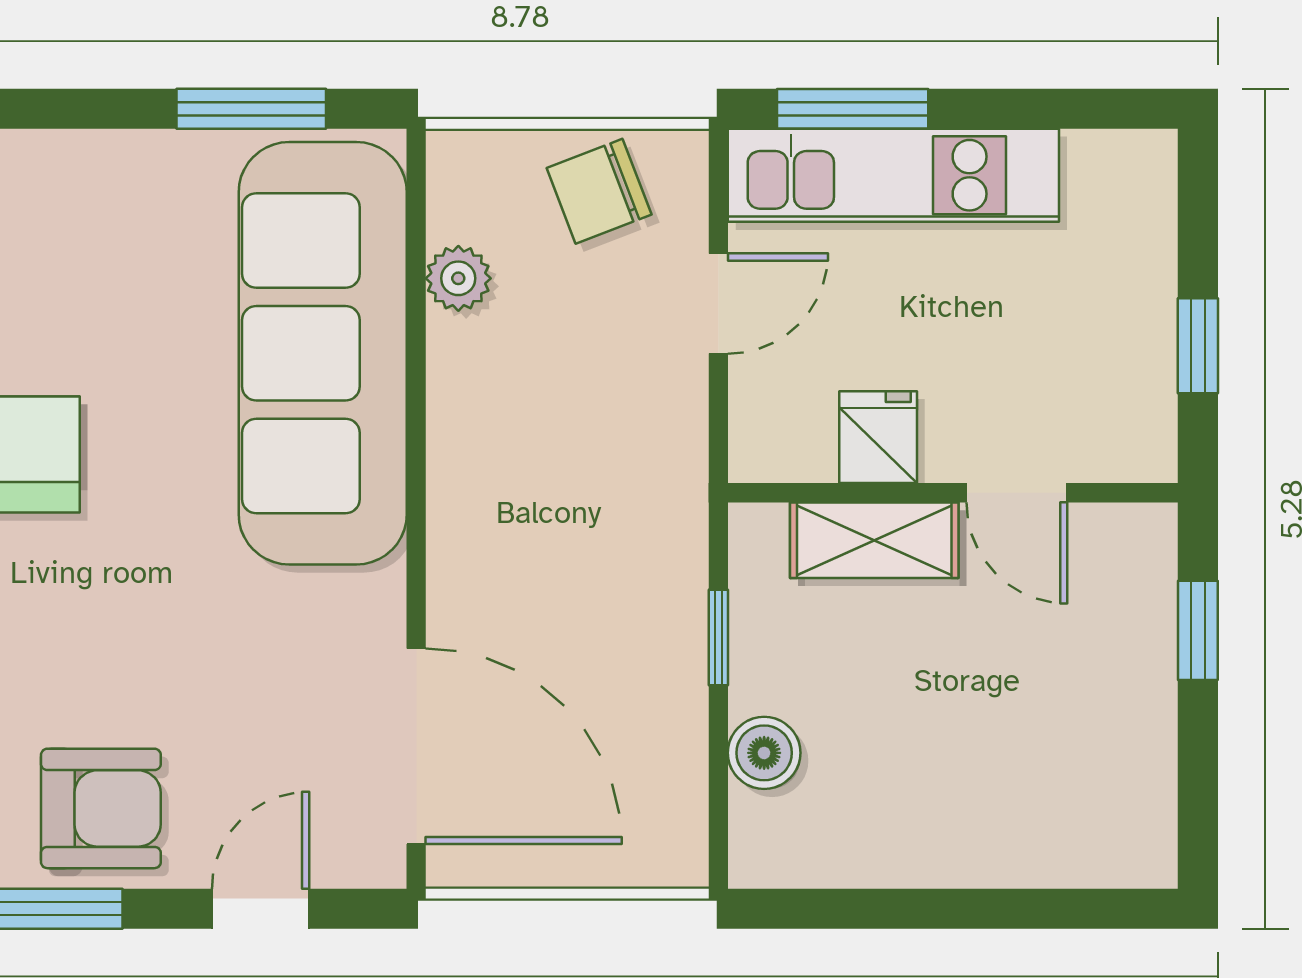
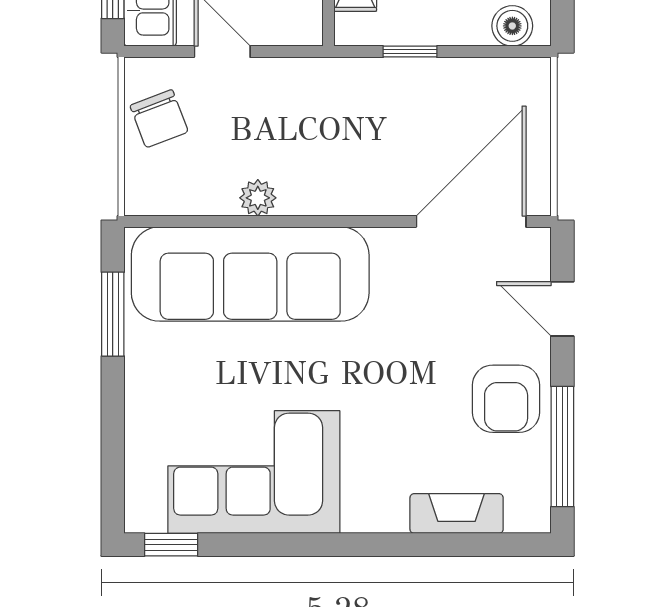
plant: (458, 278) -> (258, 198), moved
boiler: (764, 753) -> (512, 26), moved
armchair: (101, 808) -> (506, 399), turned 180

